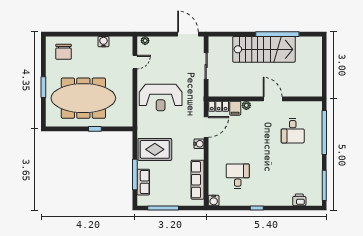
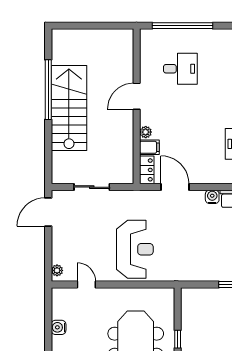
water cooler: (199, 144) -> (212, 197), moved
rug: (155, 149) -> (206, 257), removed

